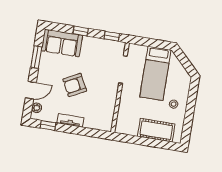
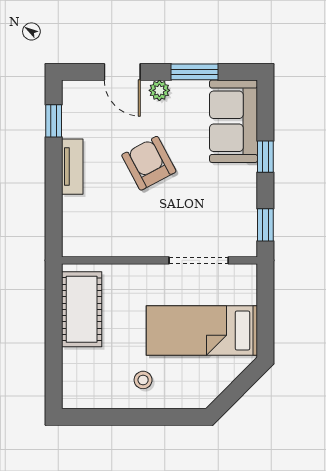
plant: (37, 108) -> (159, 90), moved
cot: (156, 130) -> (82, 309), moved

